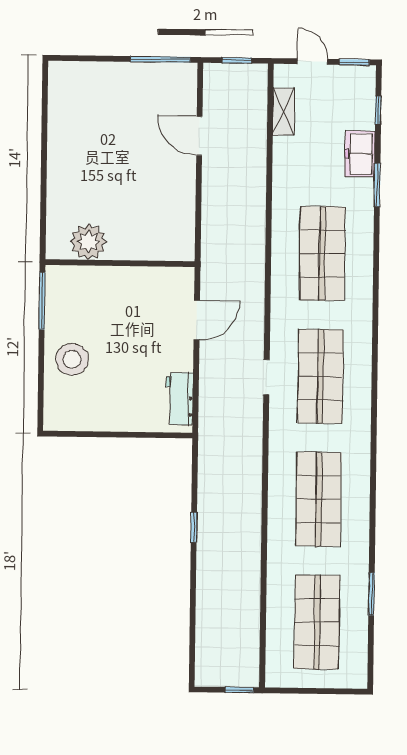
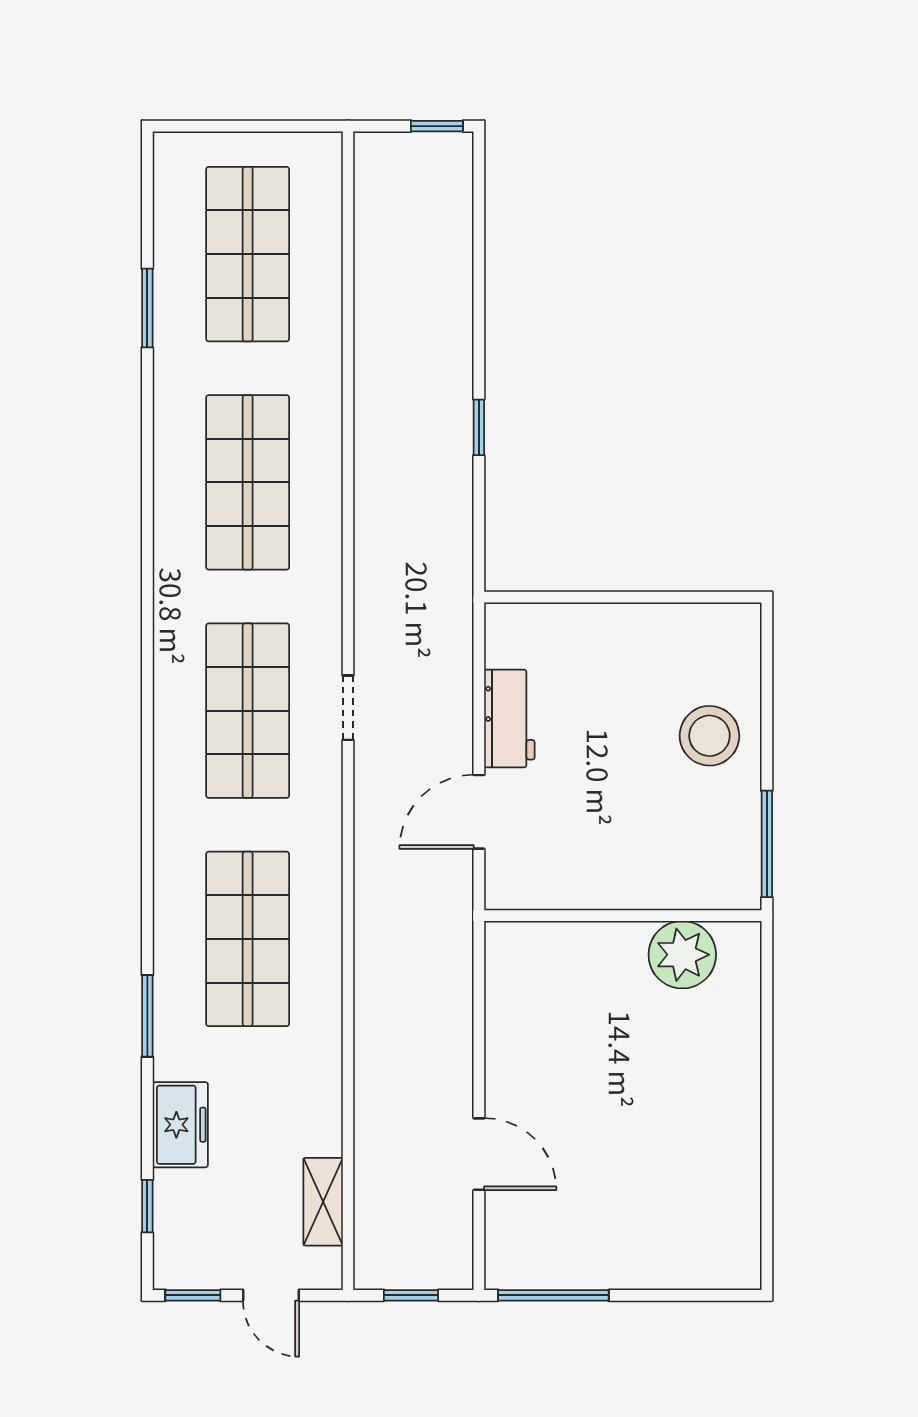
window: (377, 185) -> (147, 1016), moved
workbench: (179, 399) -> (509, 718), moved
window: (240, 690) -> (437, 126), moved

